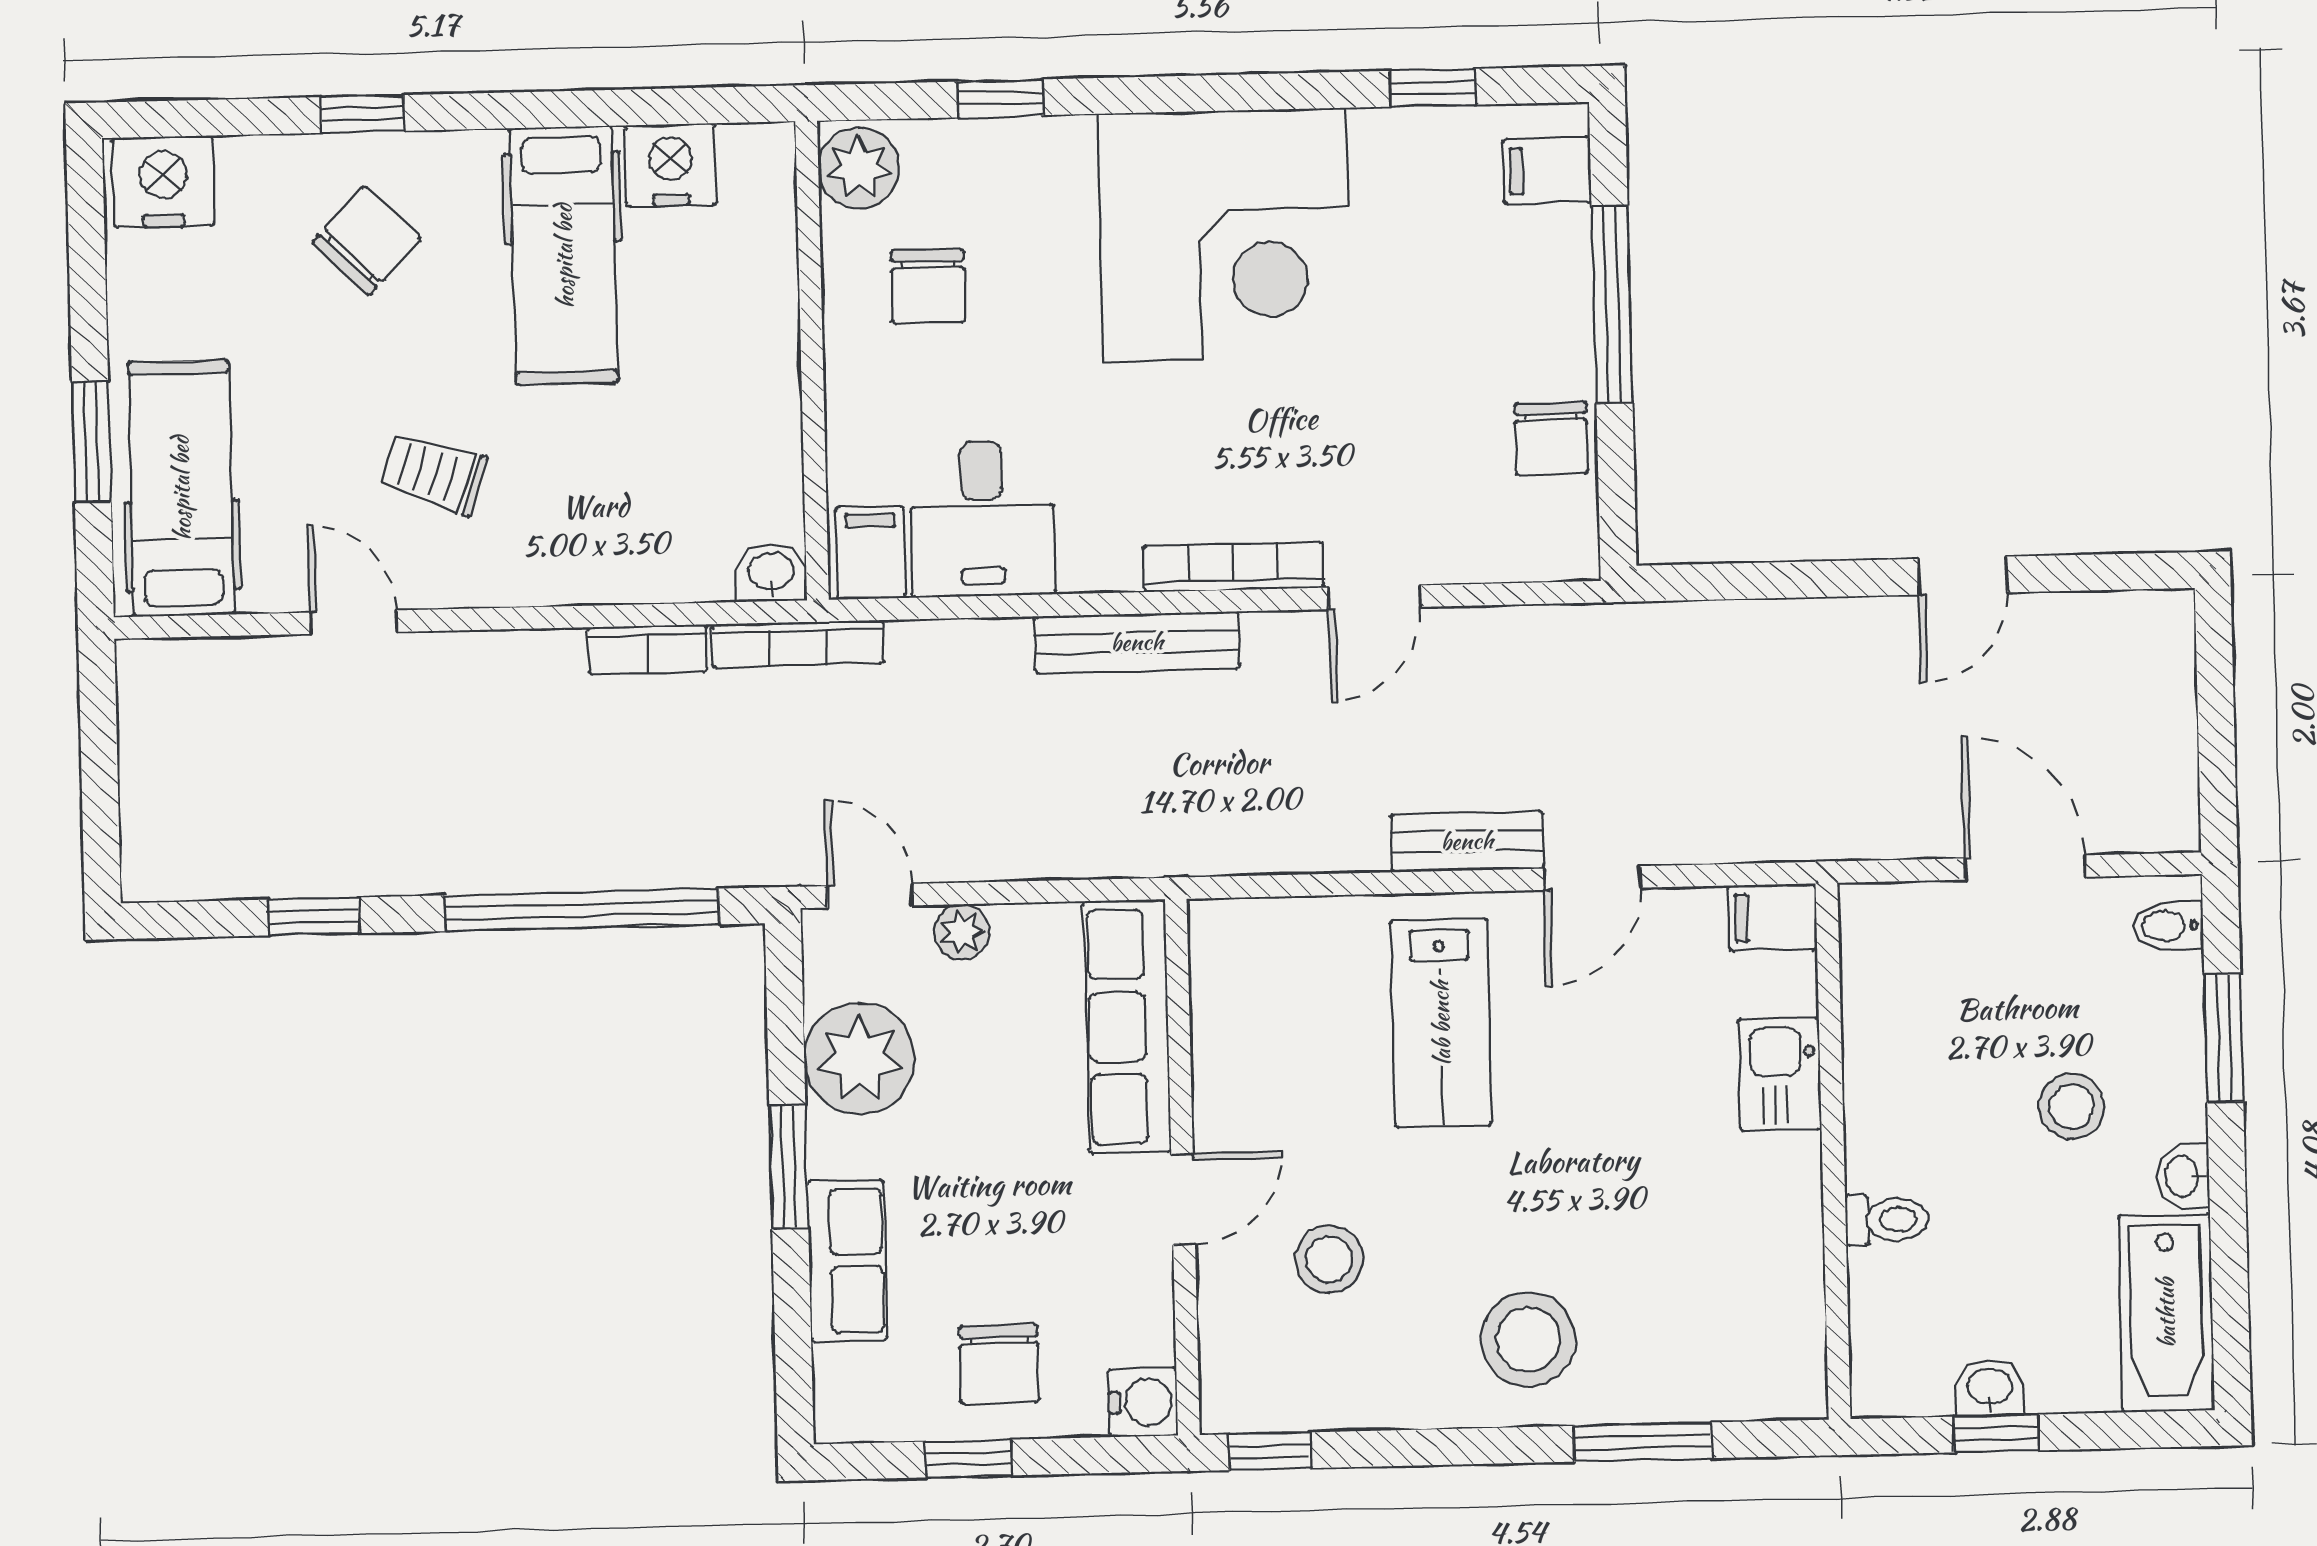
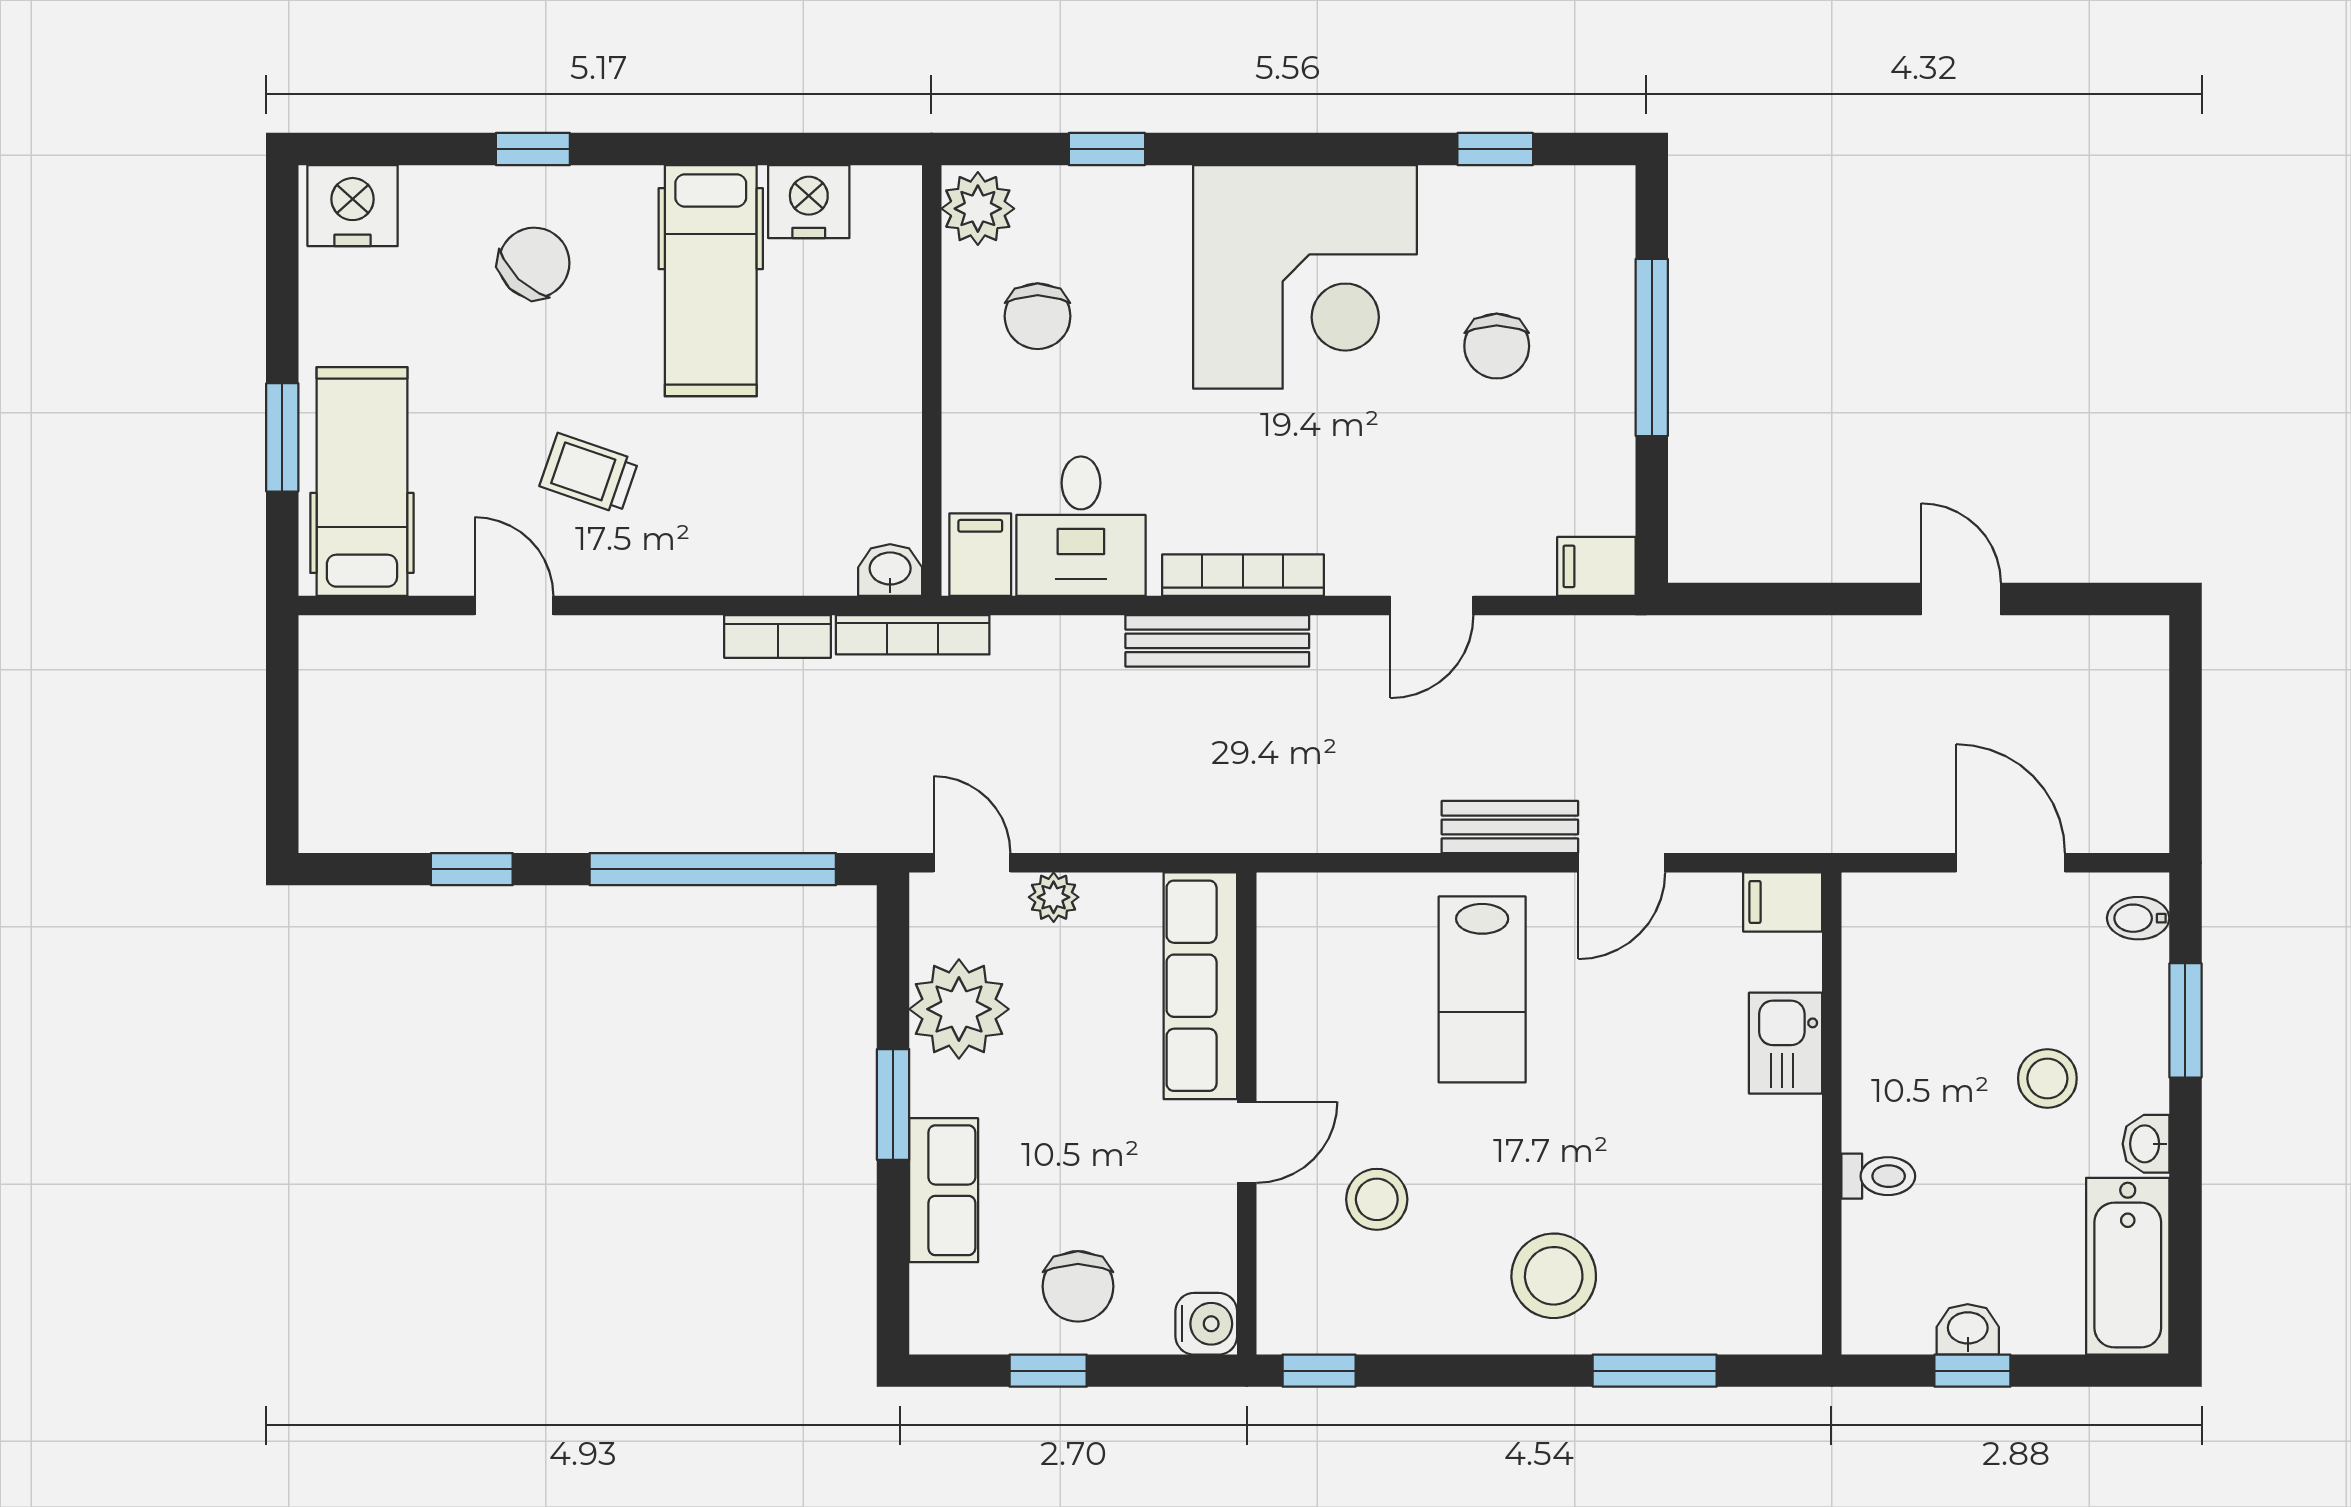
filing cabinet: (1547, 170) -> (1596, 566), moved
chair: (1551, 438) -> (1497, 346), moved
bookcase: (1234, 567) -> (1243, 575), moved
door: (1963, 576) -> (1961, 599), swing flipped

